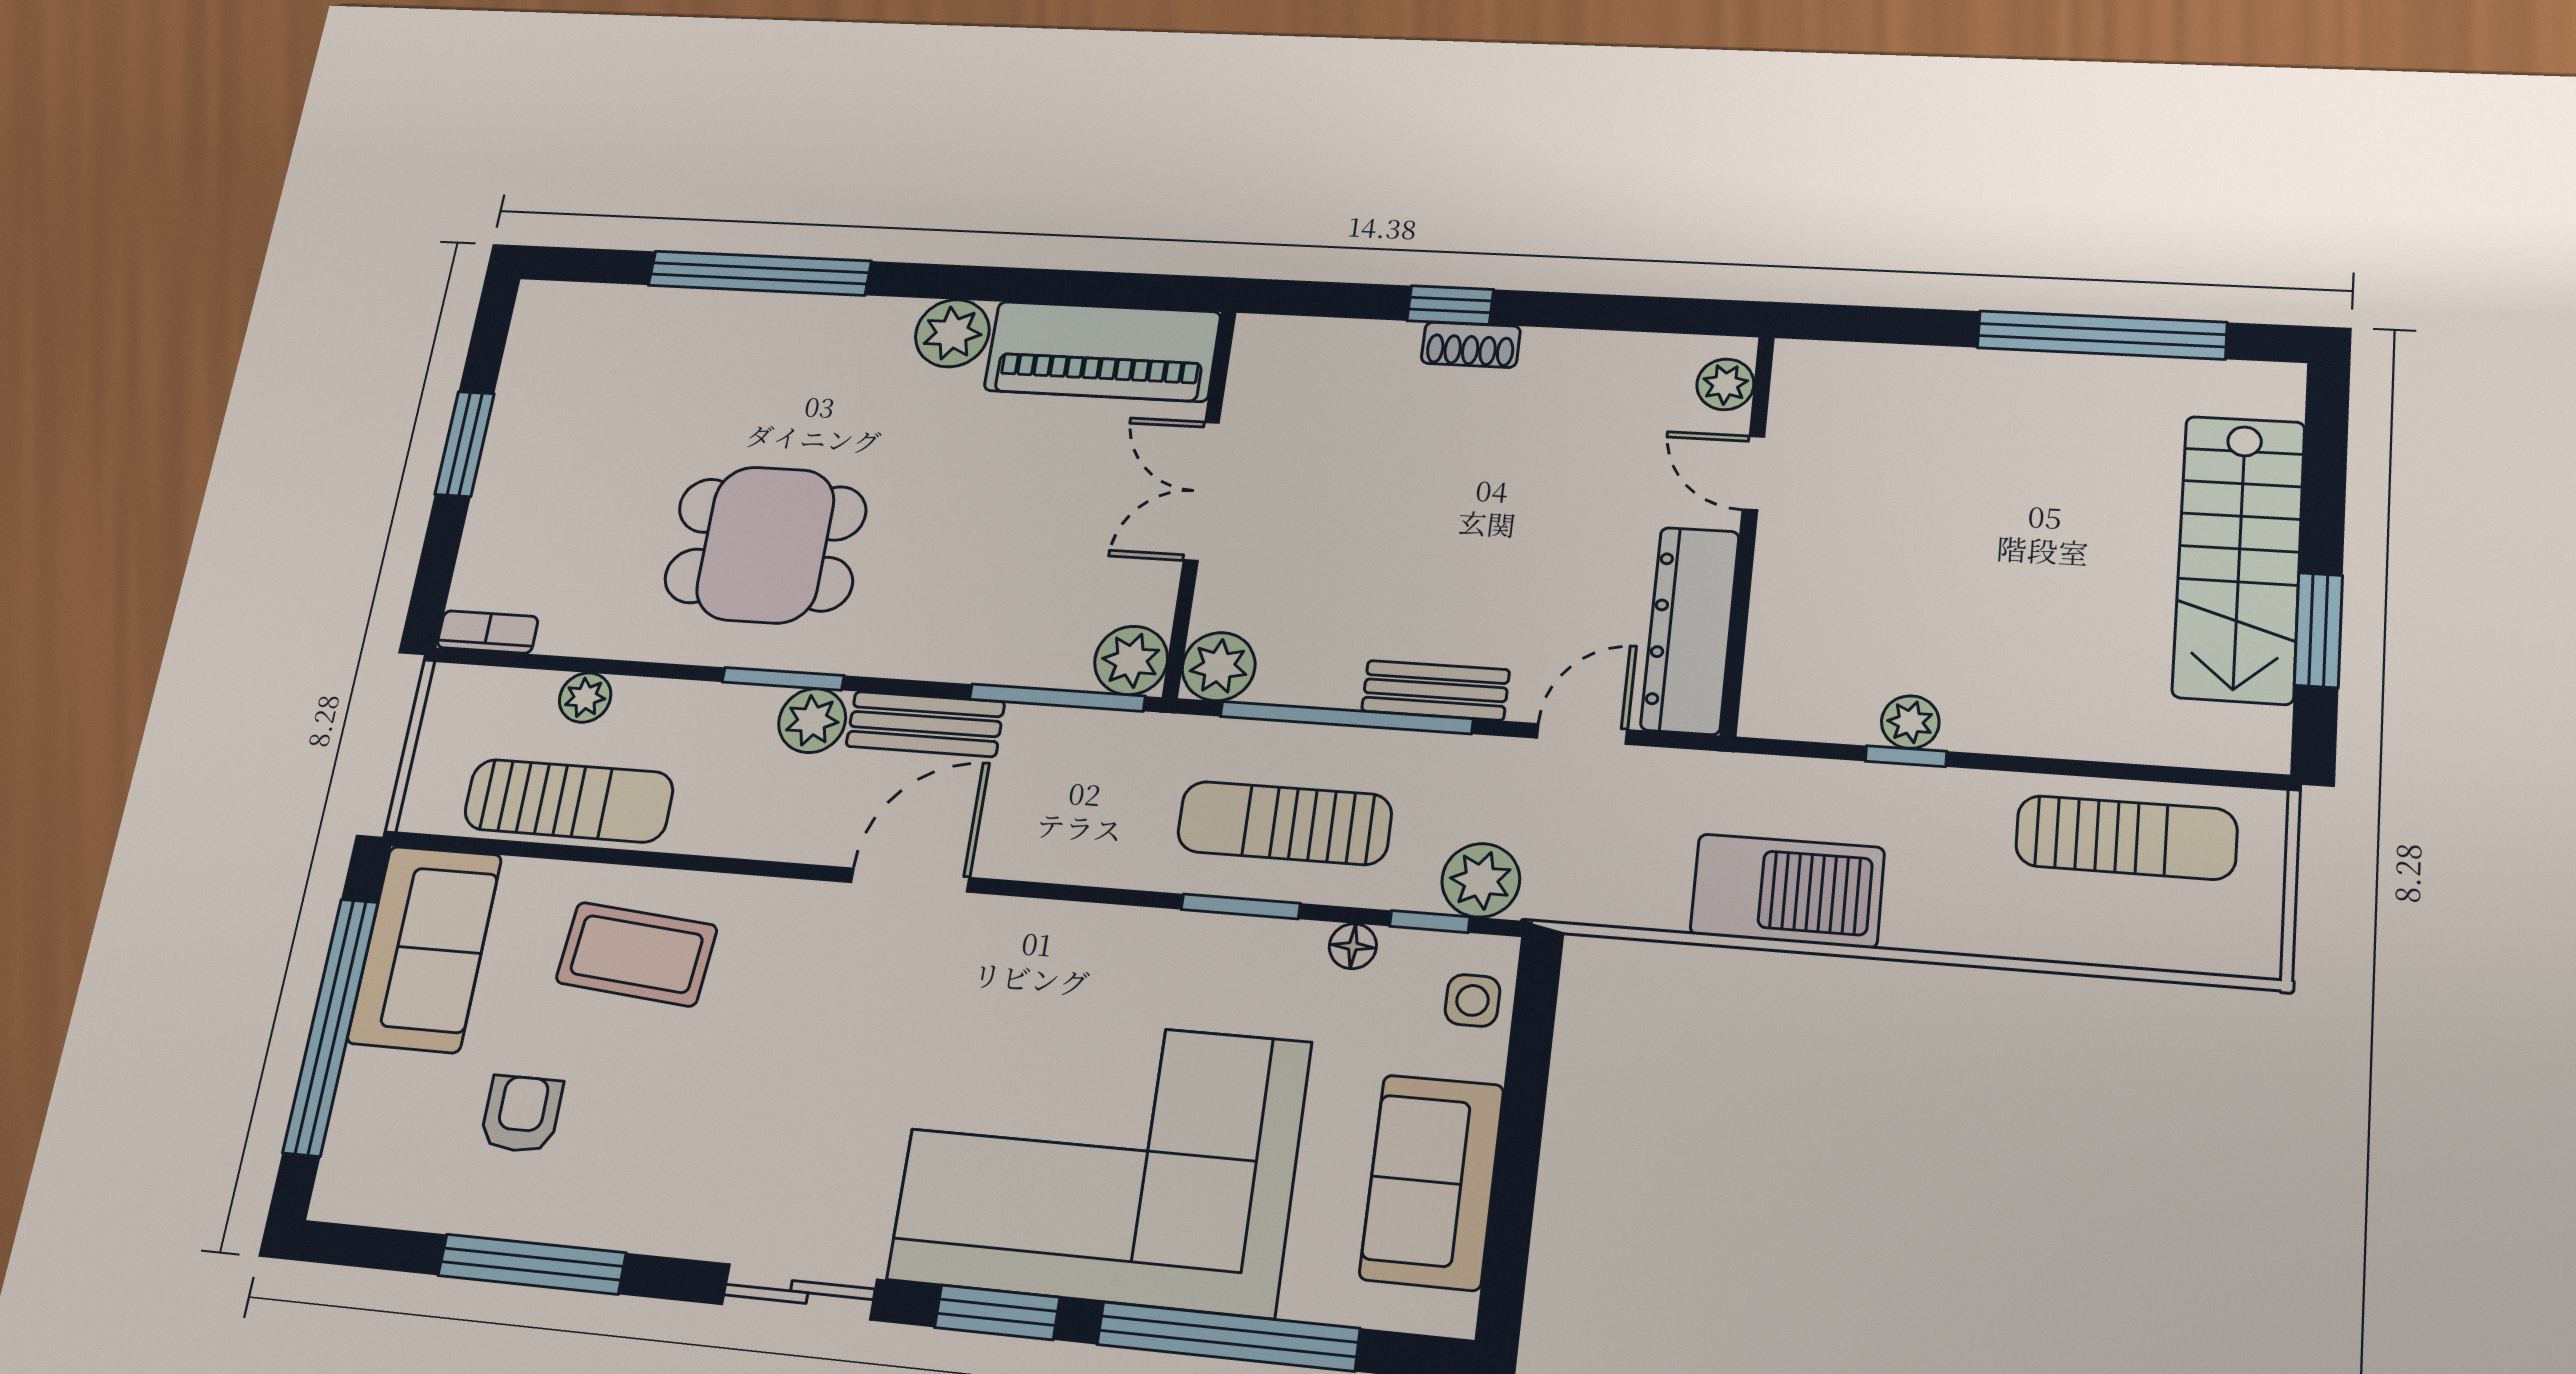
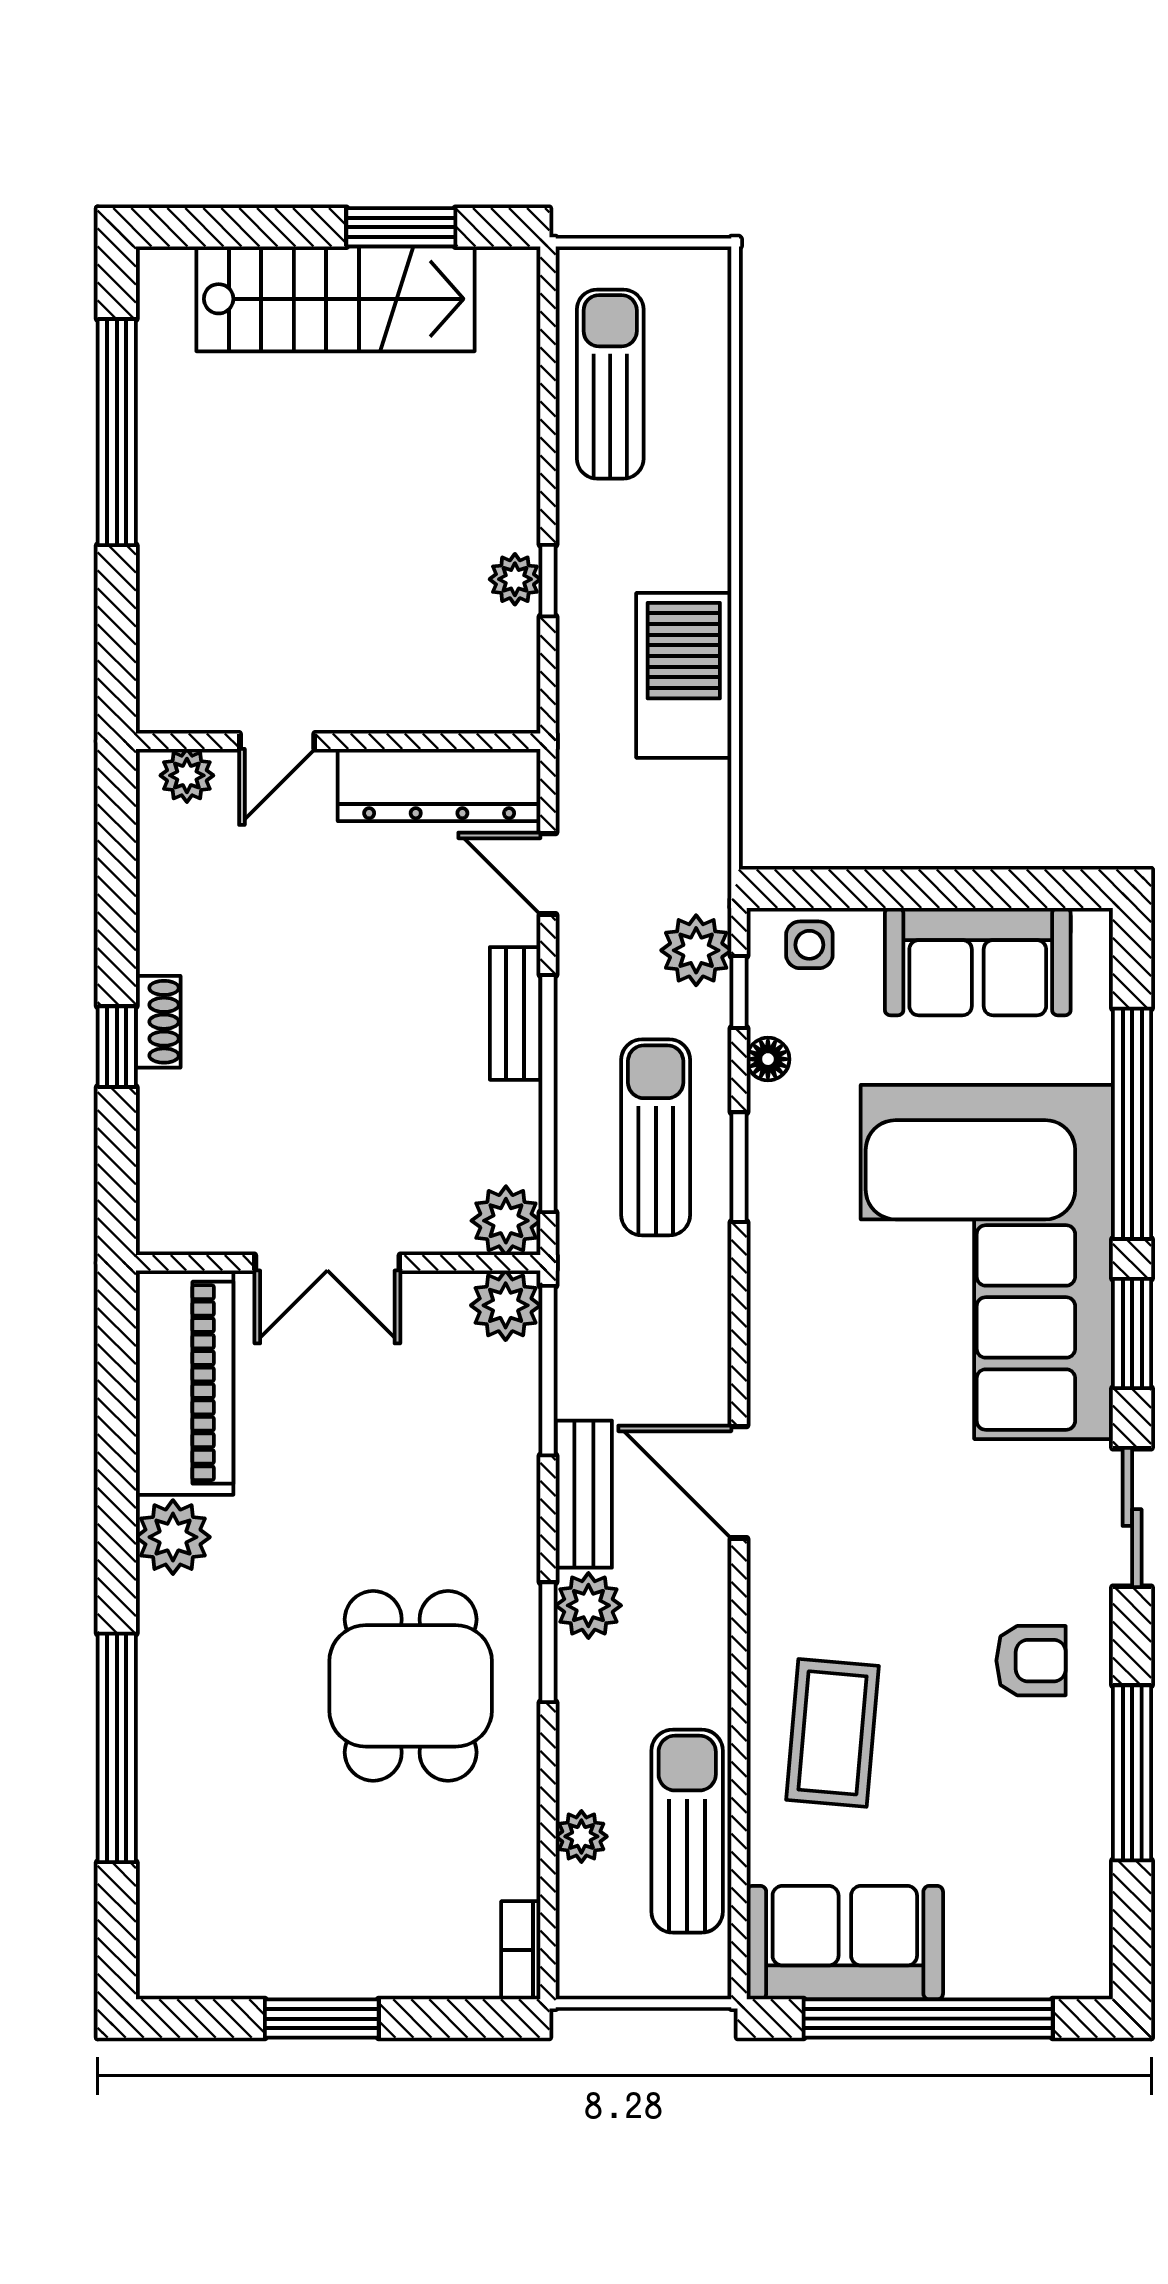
sun lounger: (1284, 823) -> (656, 1137), turned 180
armchair: (522, 1114) -> (1031, 1661), moved, turned 180

